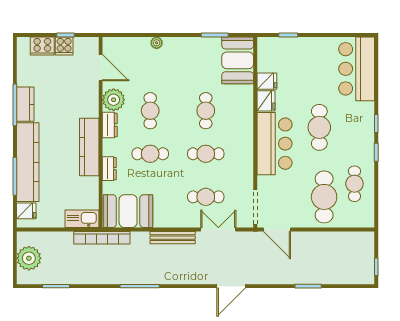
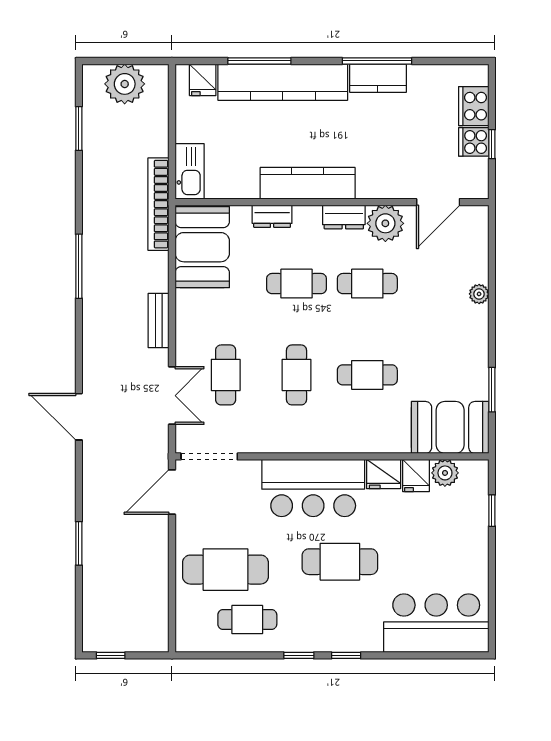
plant: (265, 63) -> (445, 473), added
cafe table: (150, 154) -> (297, 284), turned 90
bench: (173, 238) -> (159, 320), width x0.73

